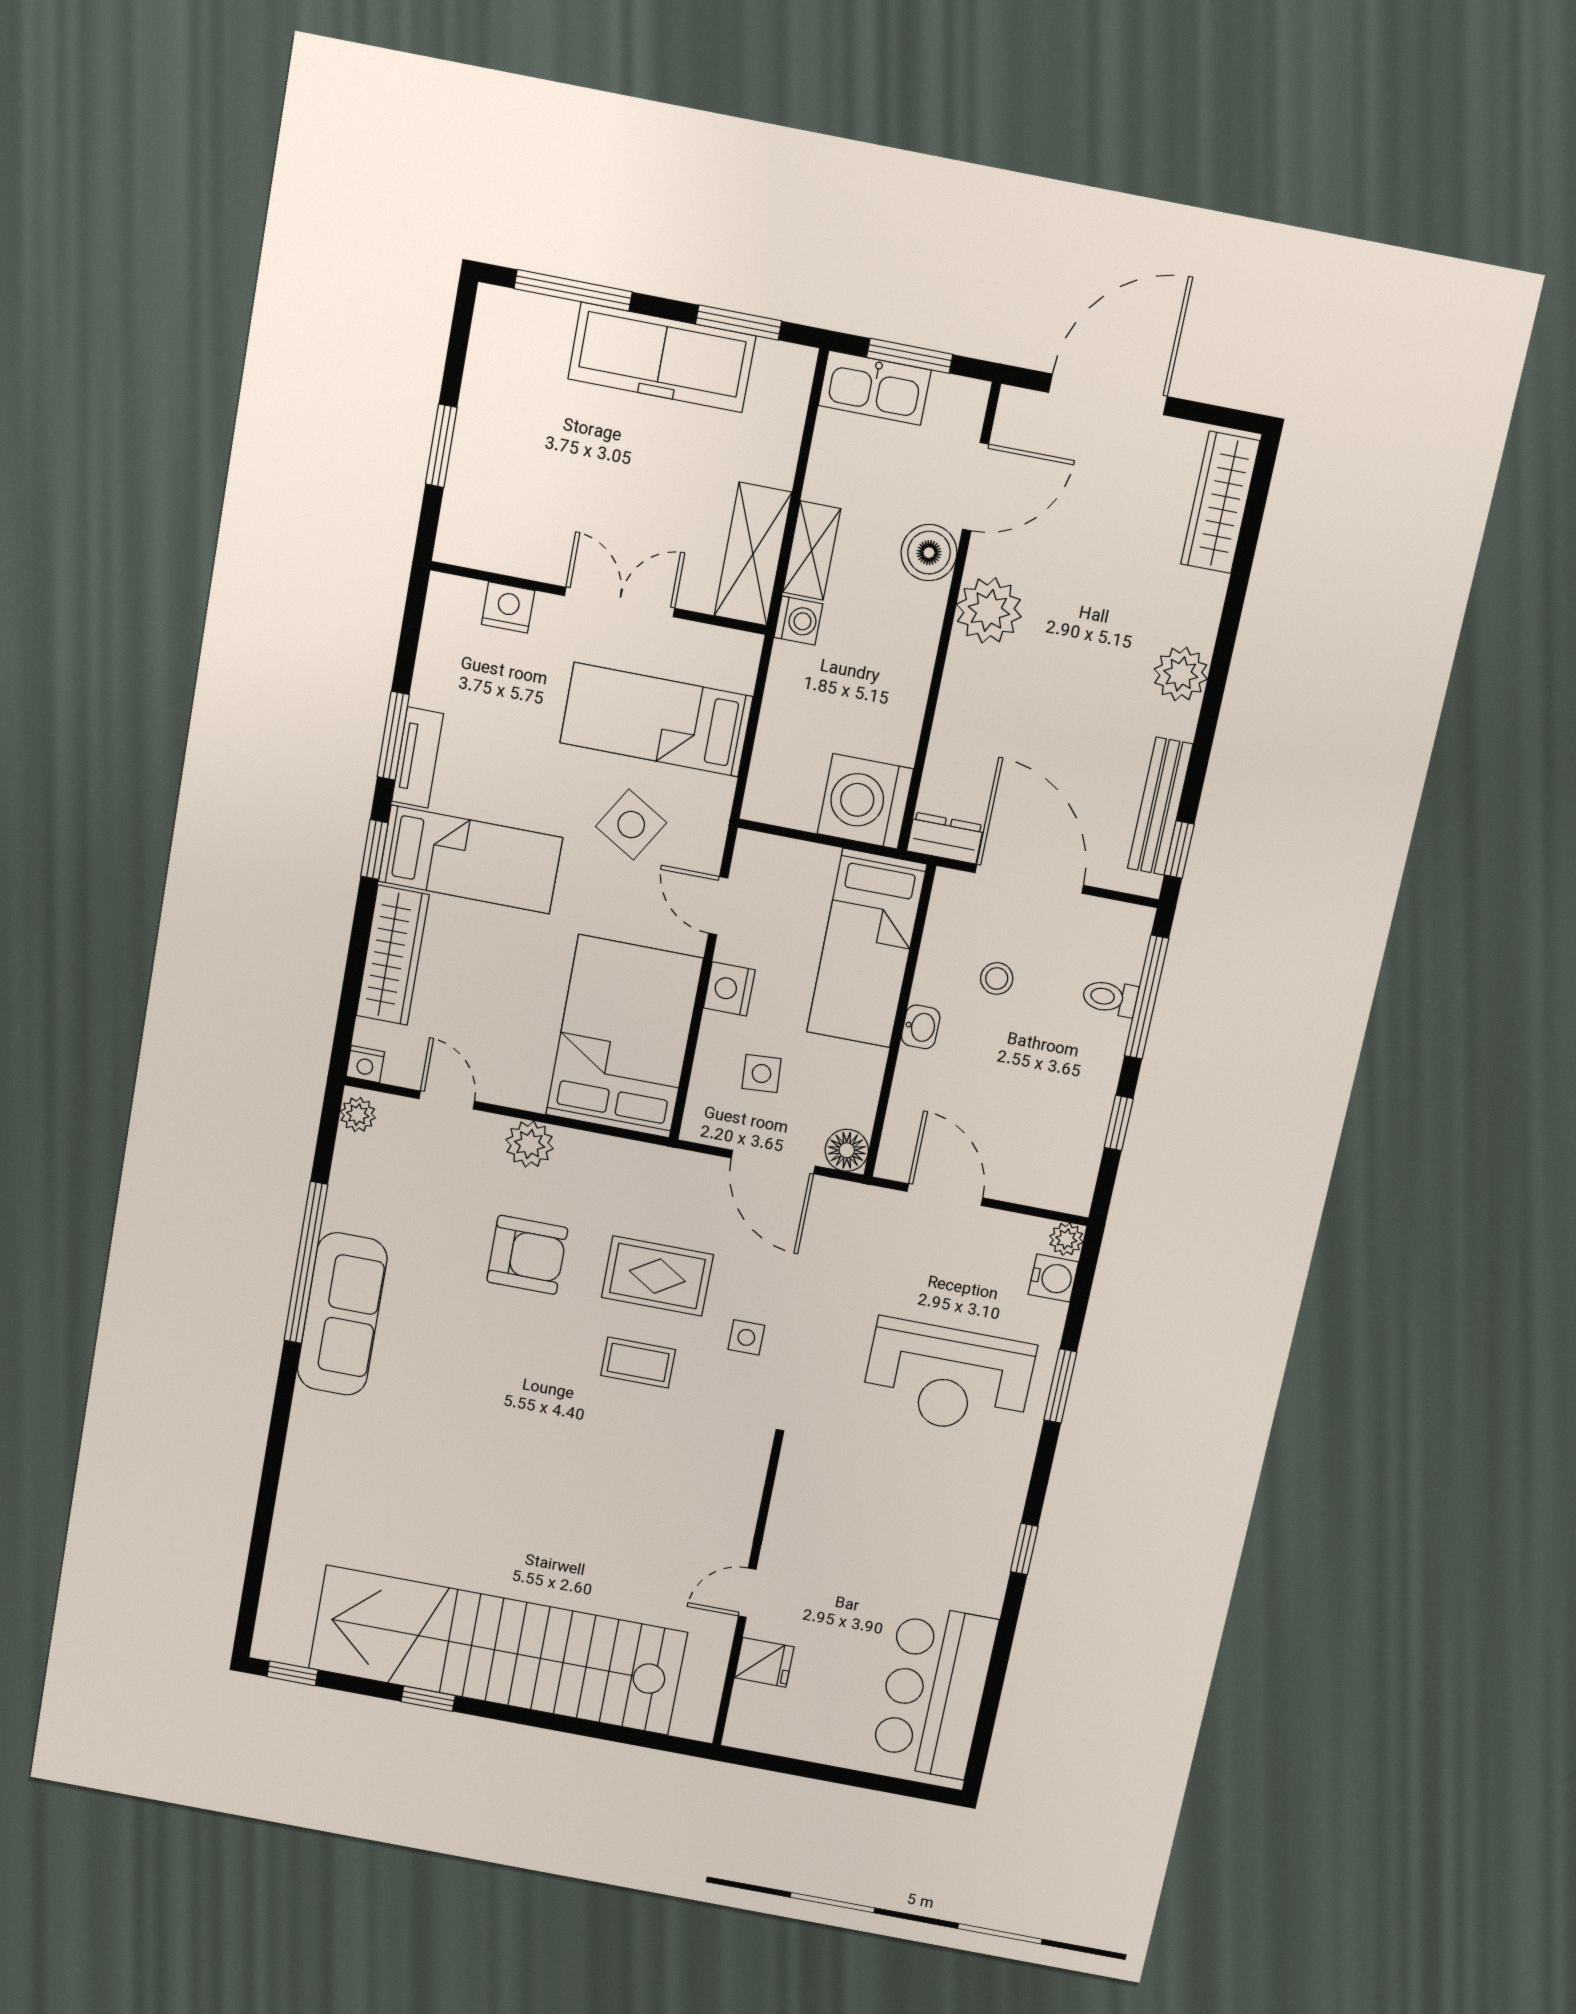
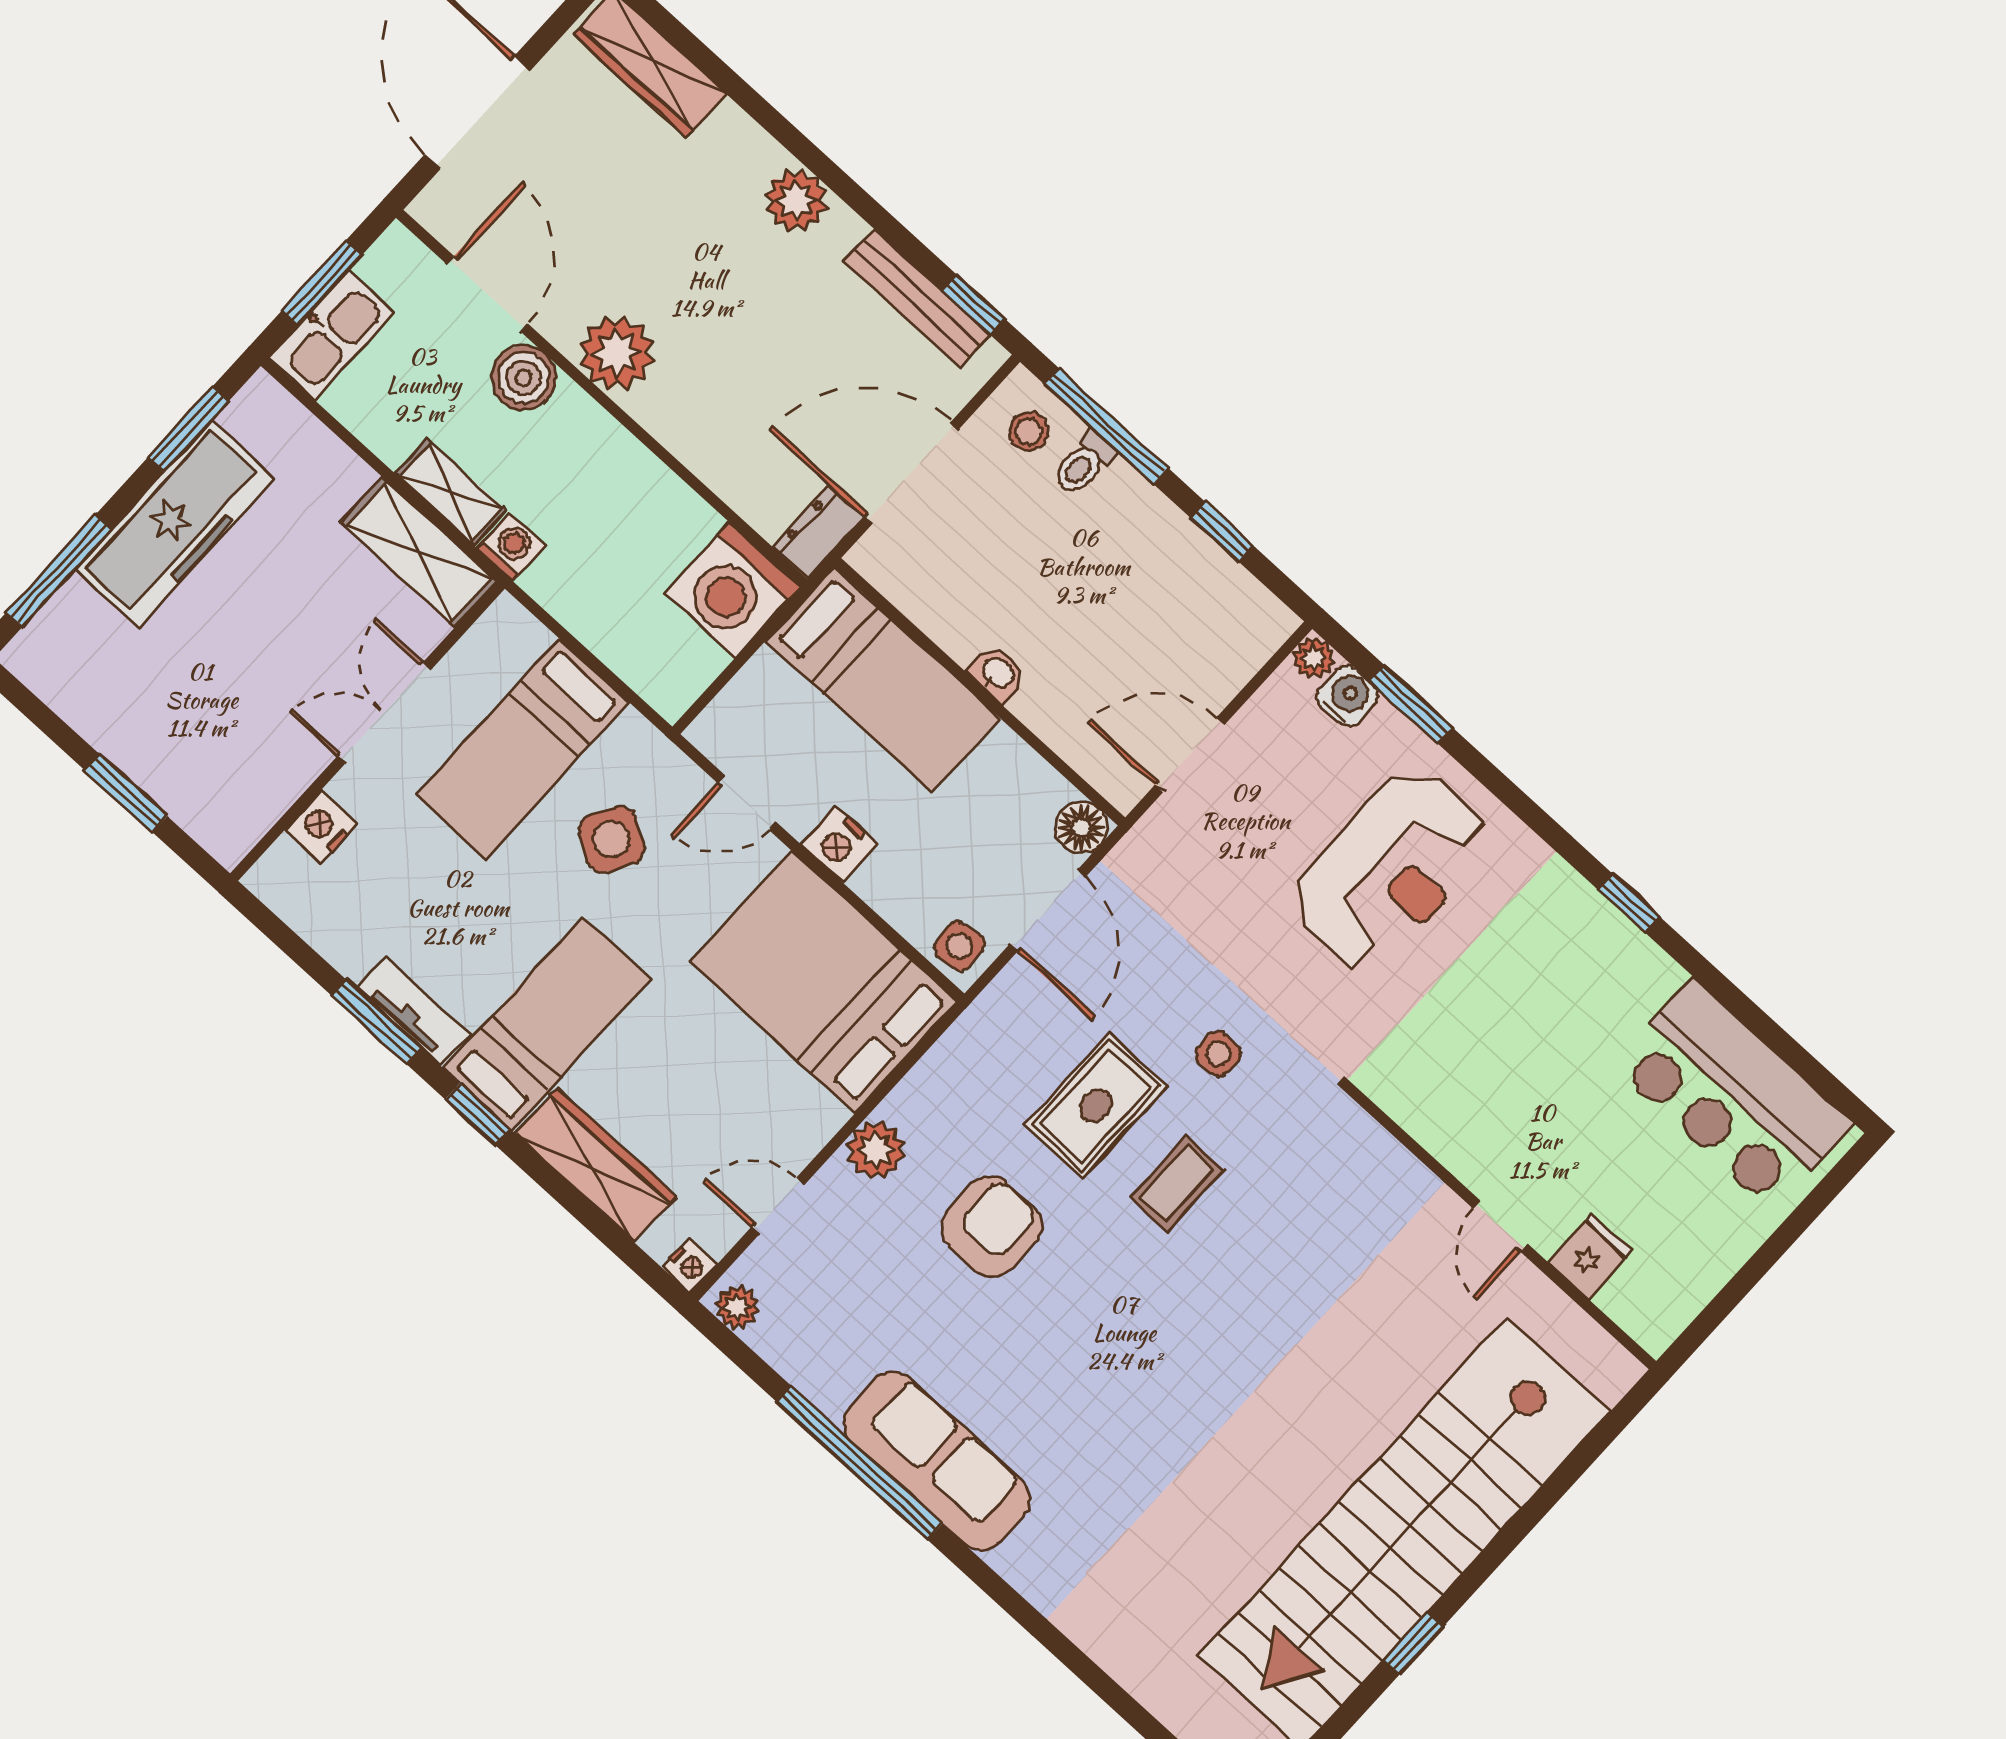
stool: (997, 978) -> (1029, 431), moved
side table: (762, 1074) -> (959, 946), moved
door: (773, 1162) -> (1048, 911), hinge flipped
window: (1060, 1386) -> (1411, 704), moved

